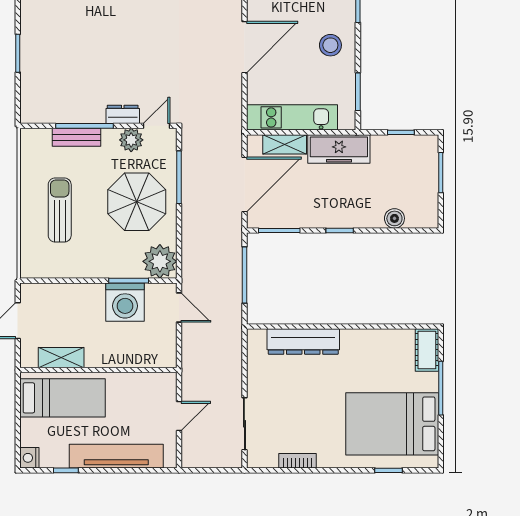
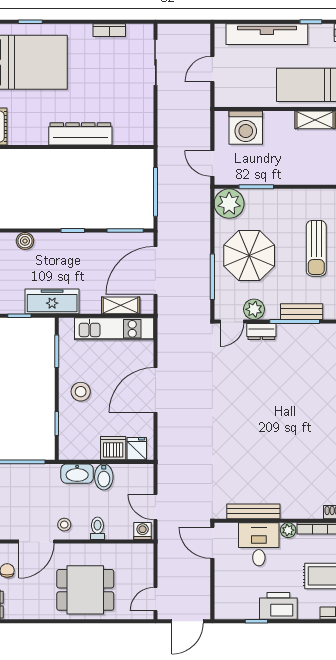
freezer: (339, 149) -> (52, 301), moved
washing machine: (125, 302) -> (246, 128), moved, turned 180
dresser: (303, 342) -> (80, 134), moved

